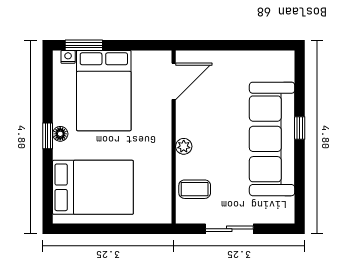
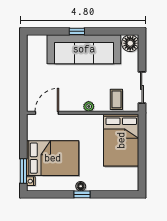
door: (174, 81) -> (47, 113), hinge flipped
bed: (93, 187) -> (121, 140), moved, turned 180
floor lamp: (282, 211) -> (130, 43), added
sliding door: (229, 229) -> (142, 88), moved

